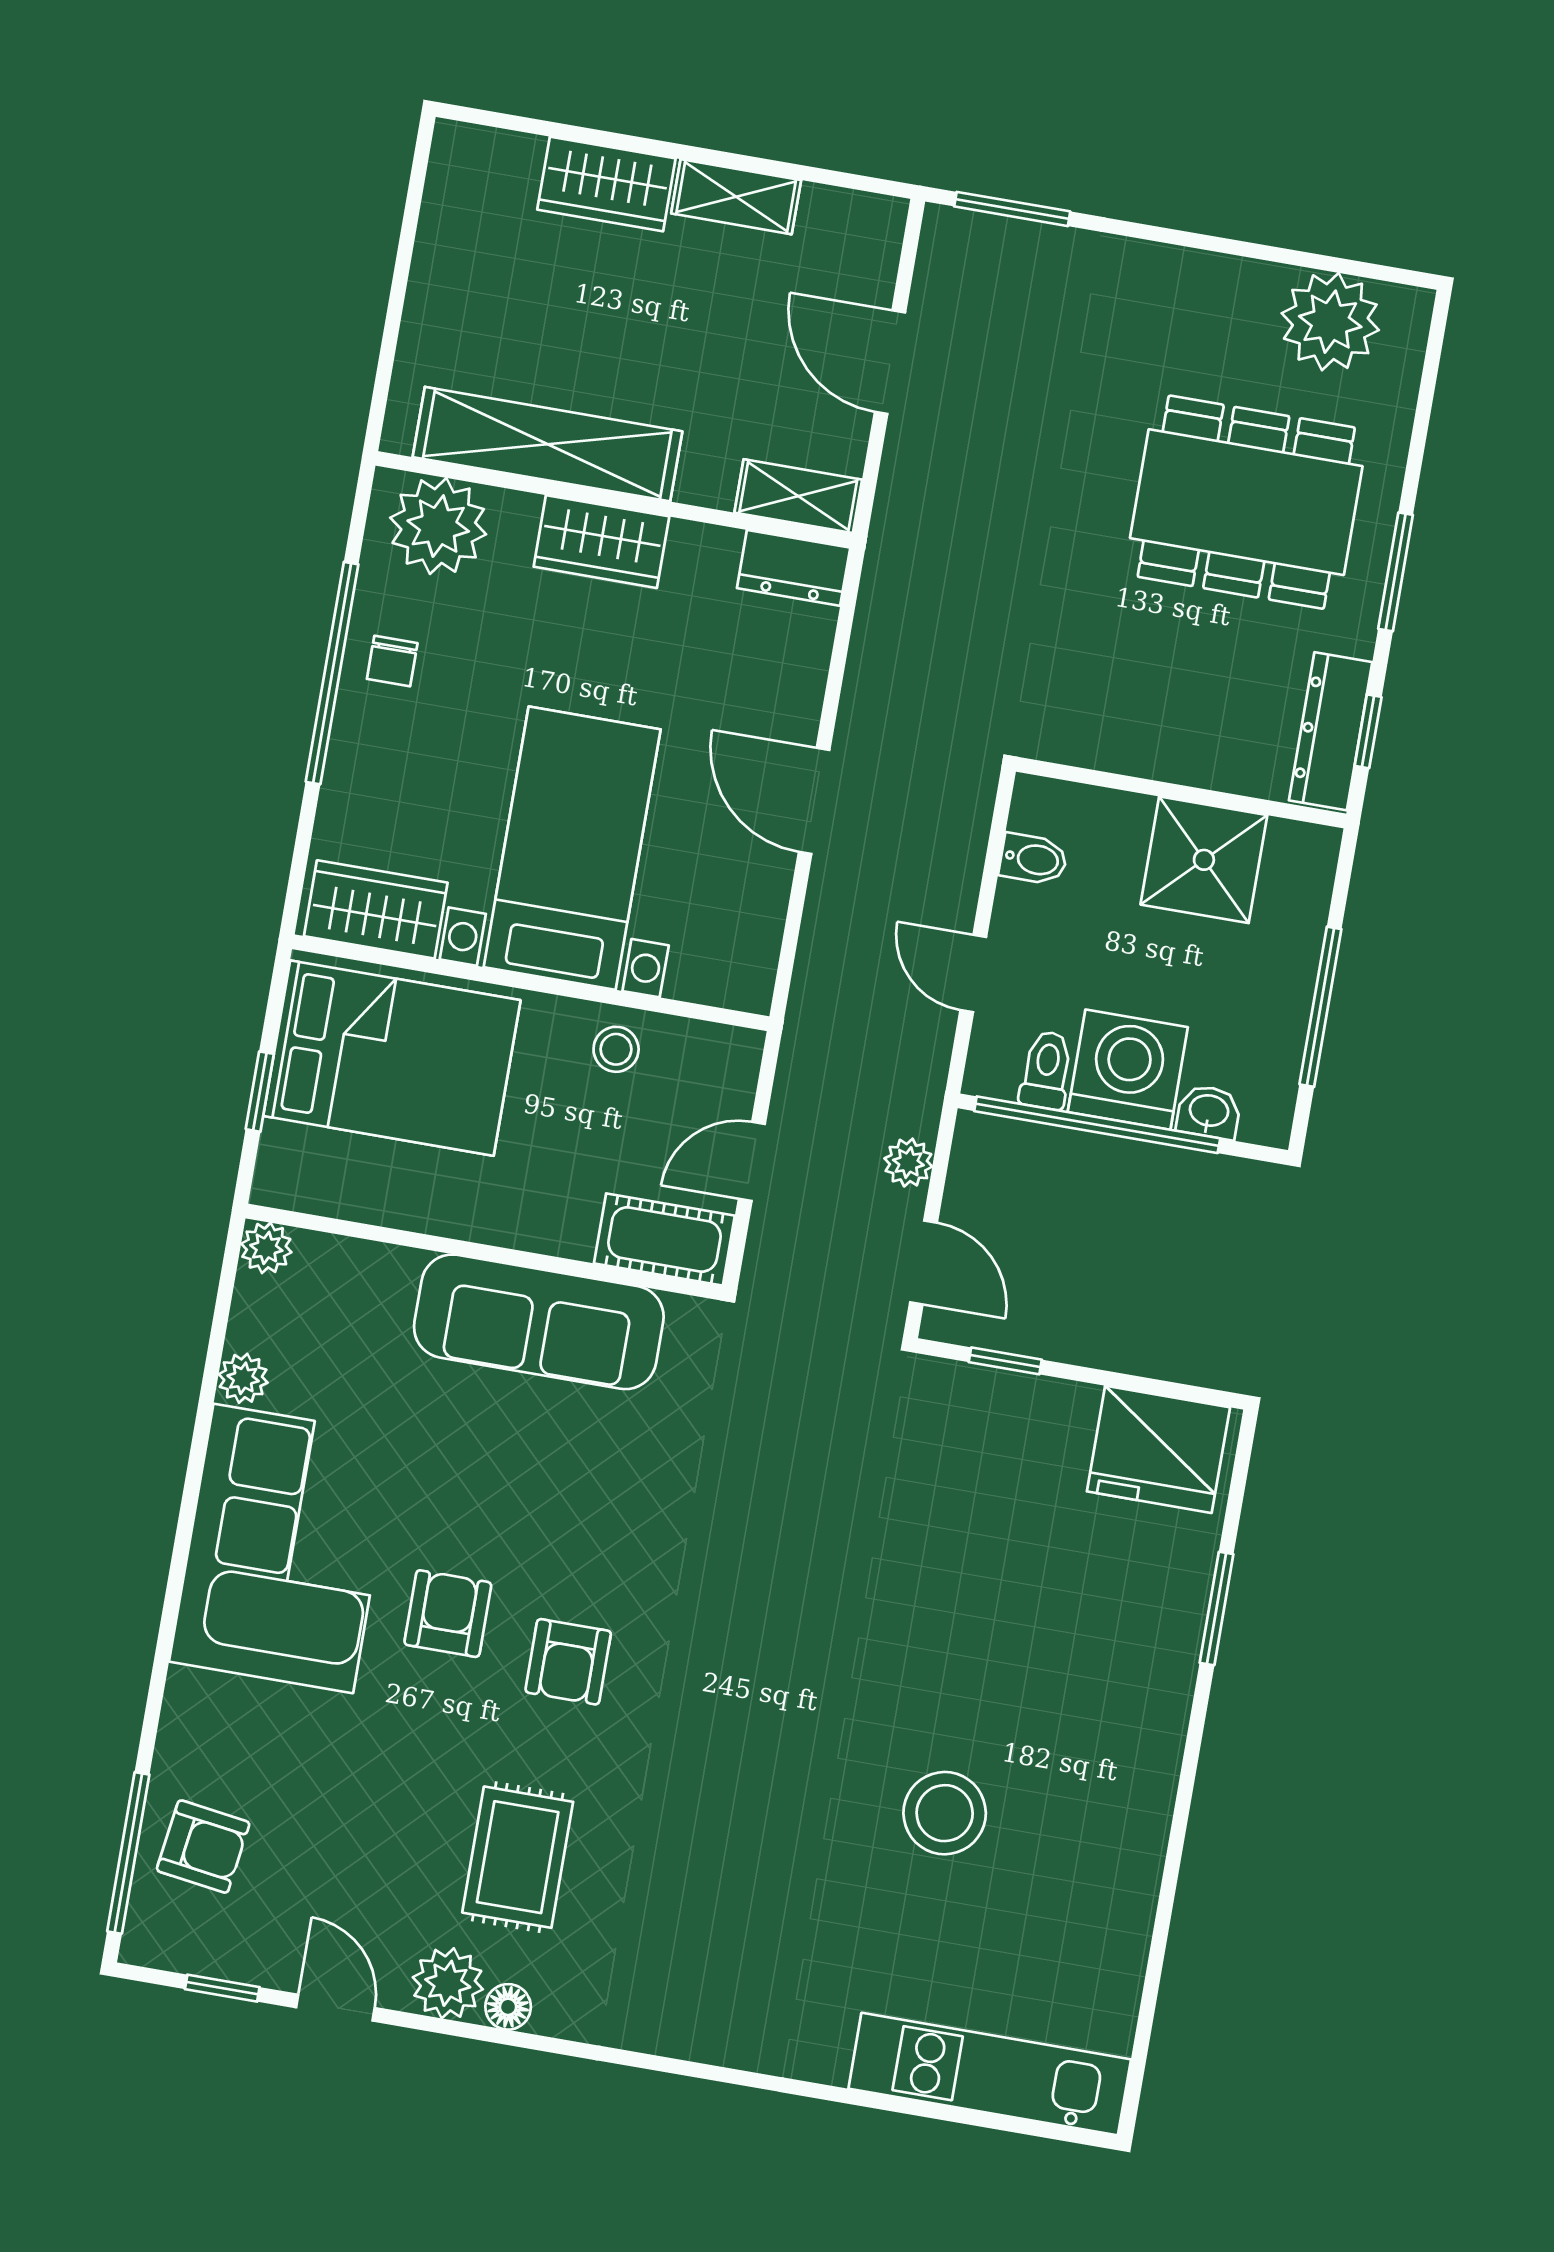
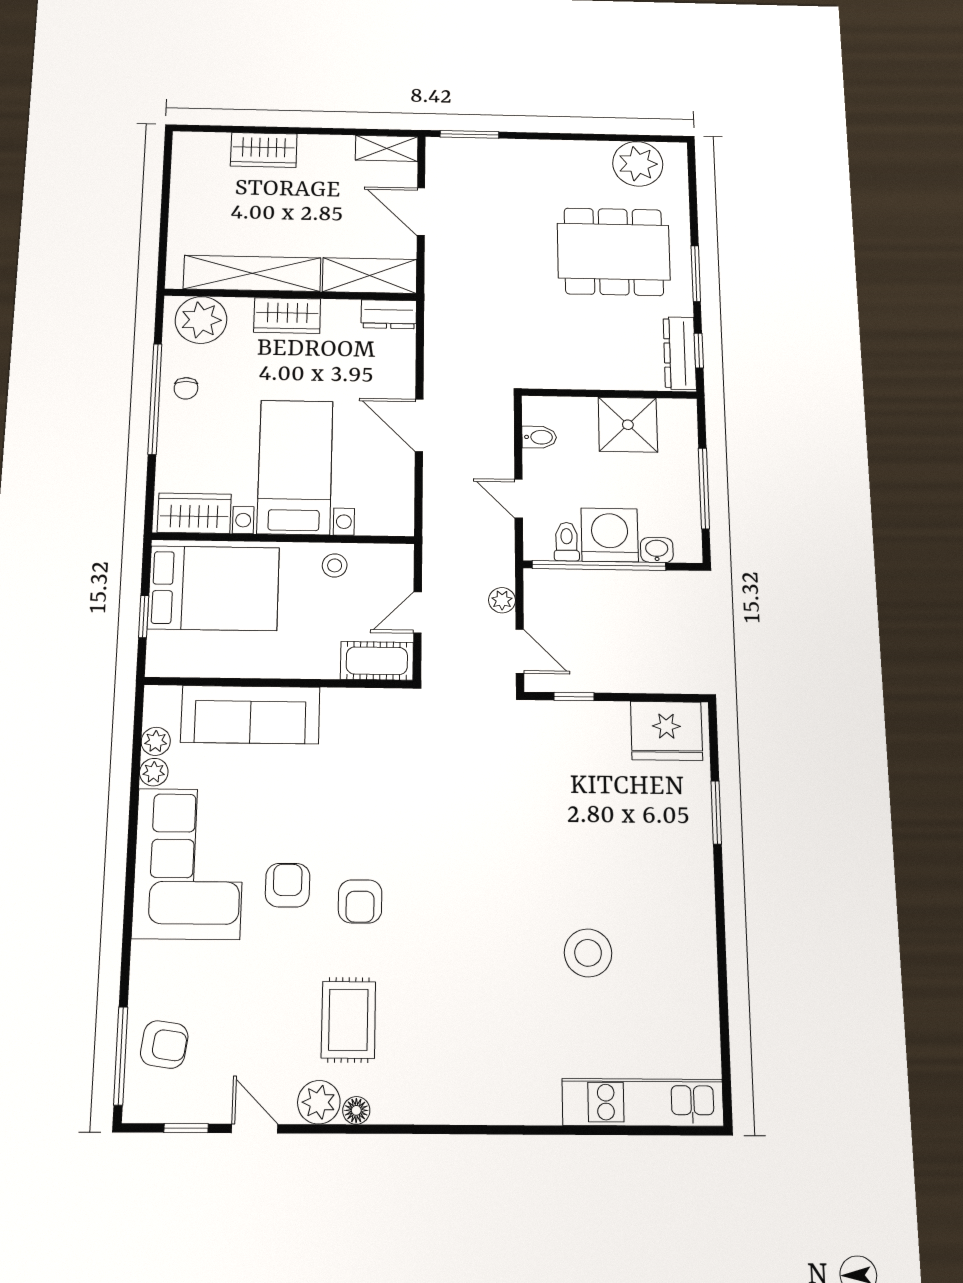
shelving: (736, 197) -> (387, 148), moved
shelving: (798, 496) -> (370, 276), width x1.50, depth x1.33
plant: (266, 1248) -> (156, 741), moved
sofa: (539, 1322) -> (250, 715), moved

